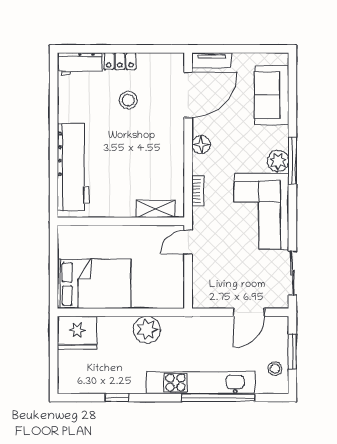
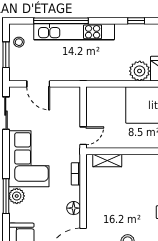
door: (249, 312) -> (38, 84), swing flipped
plant: (147, 330) -> (140, 71), moved

